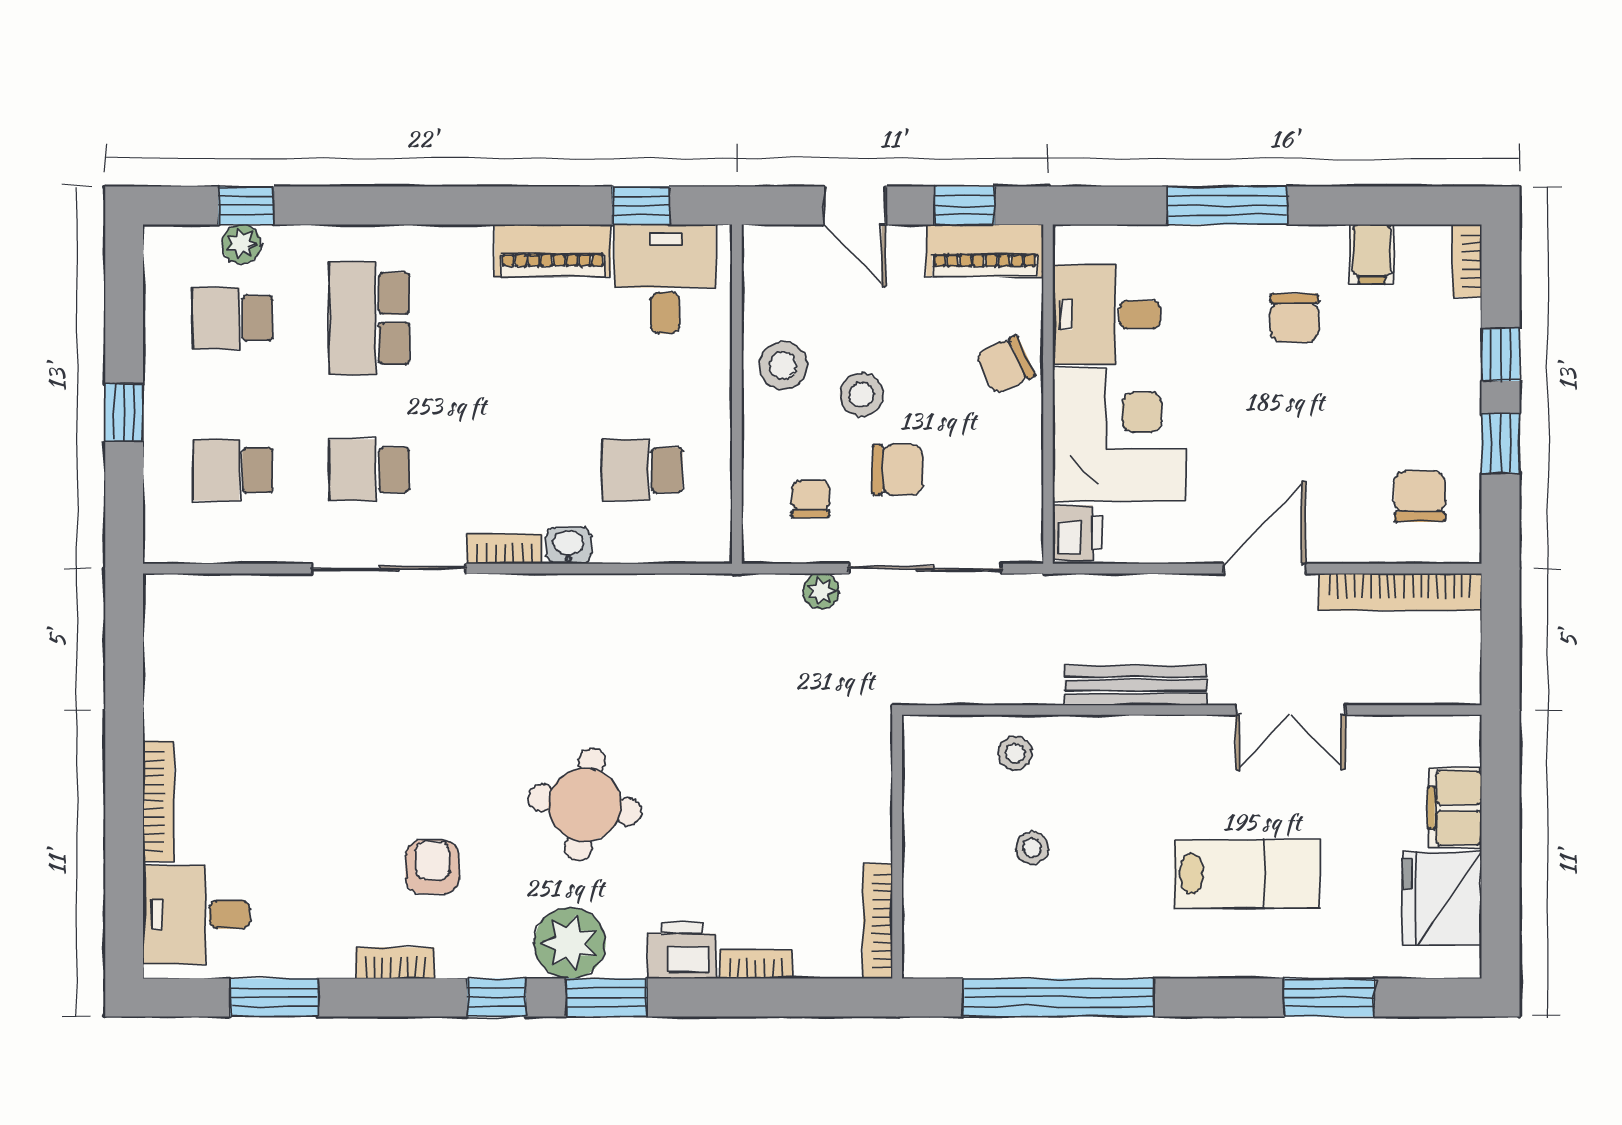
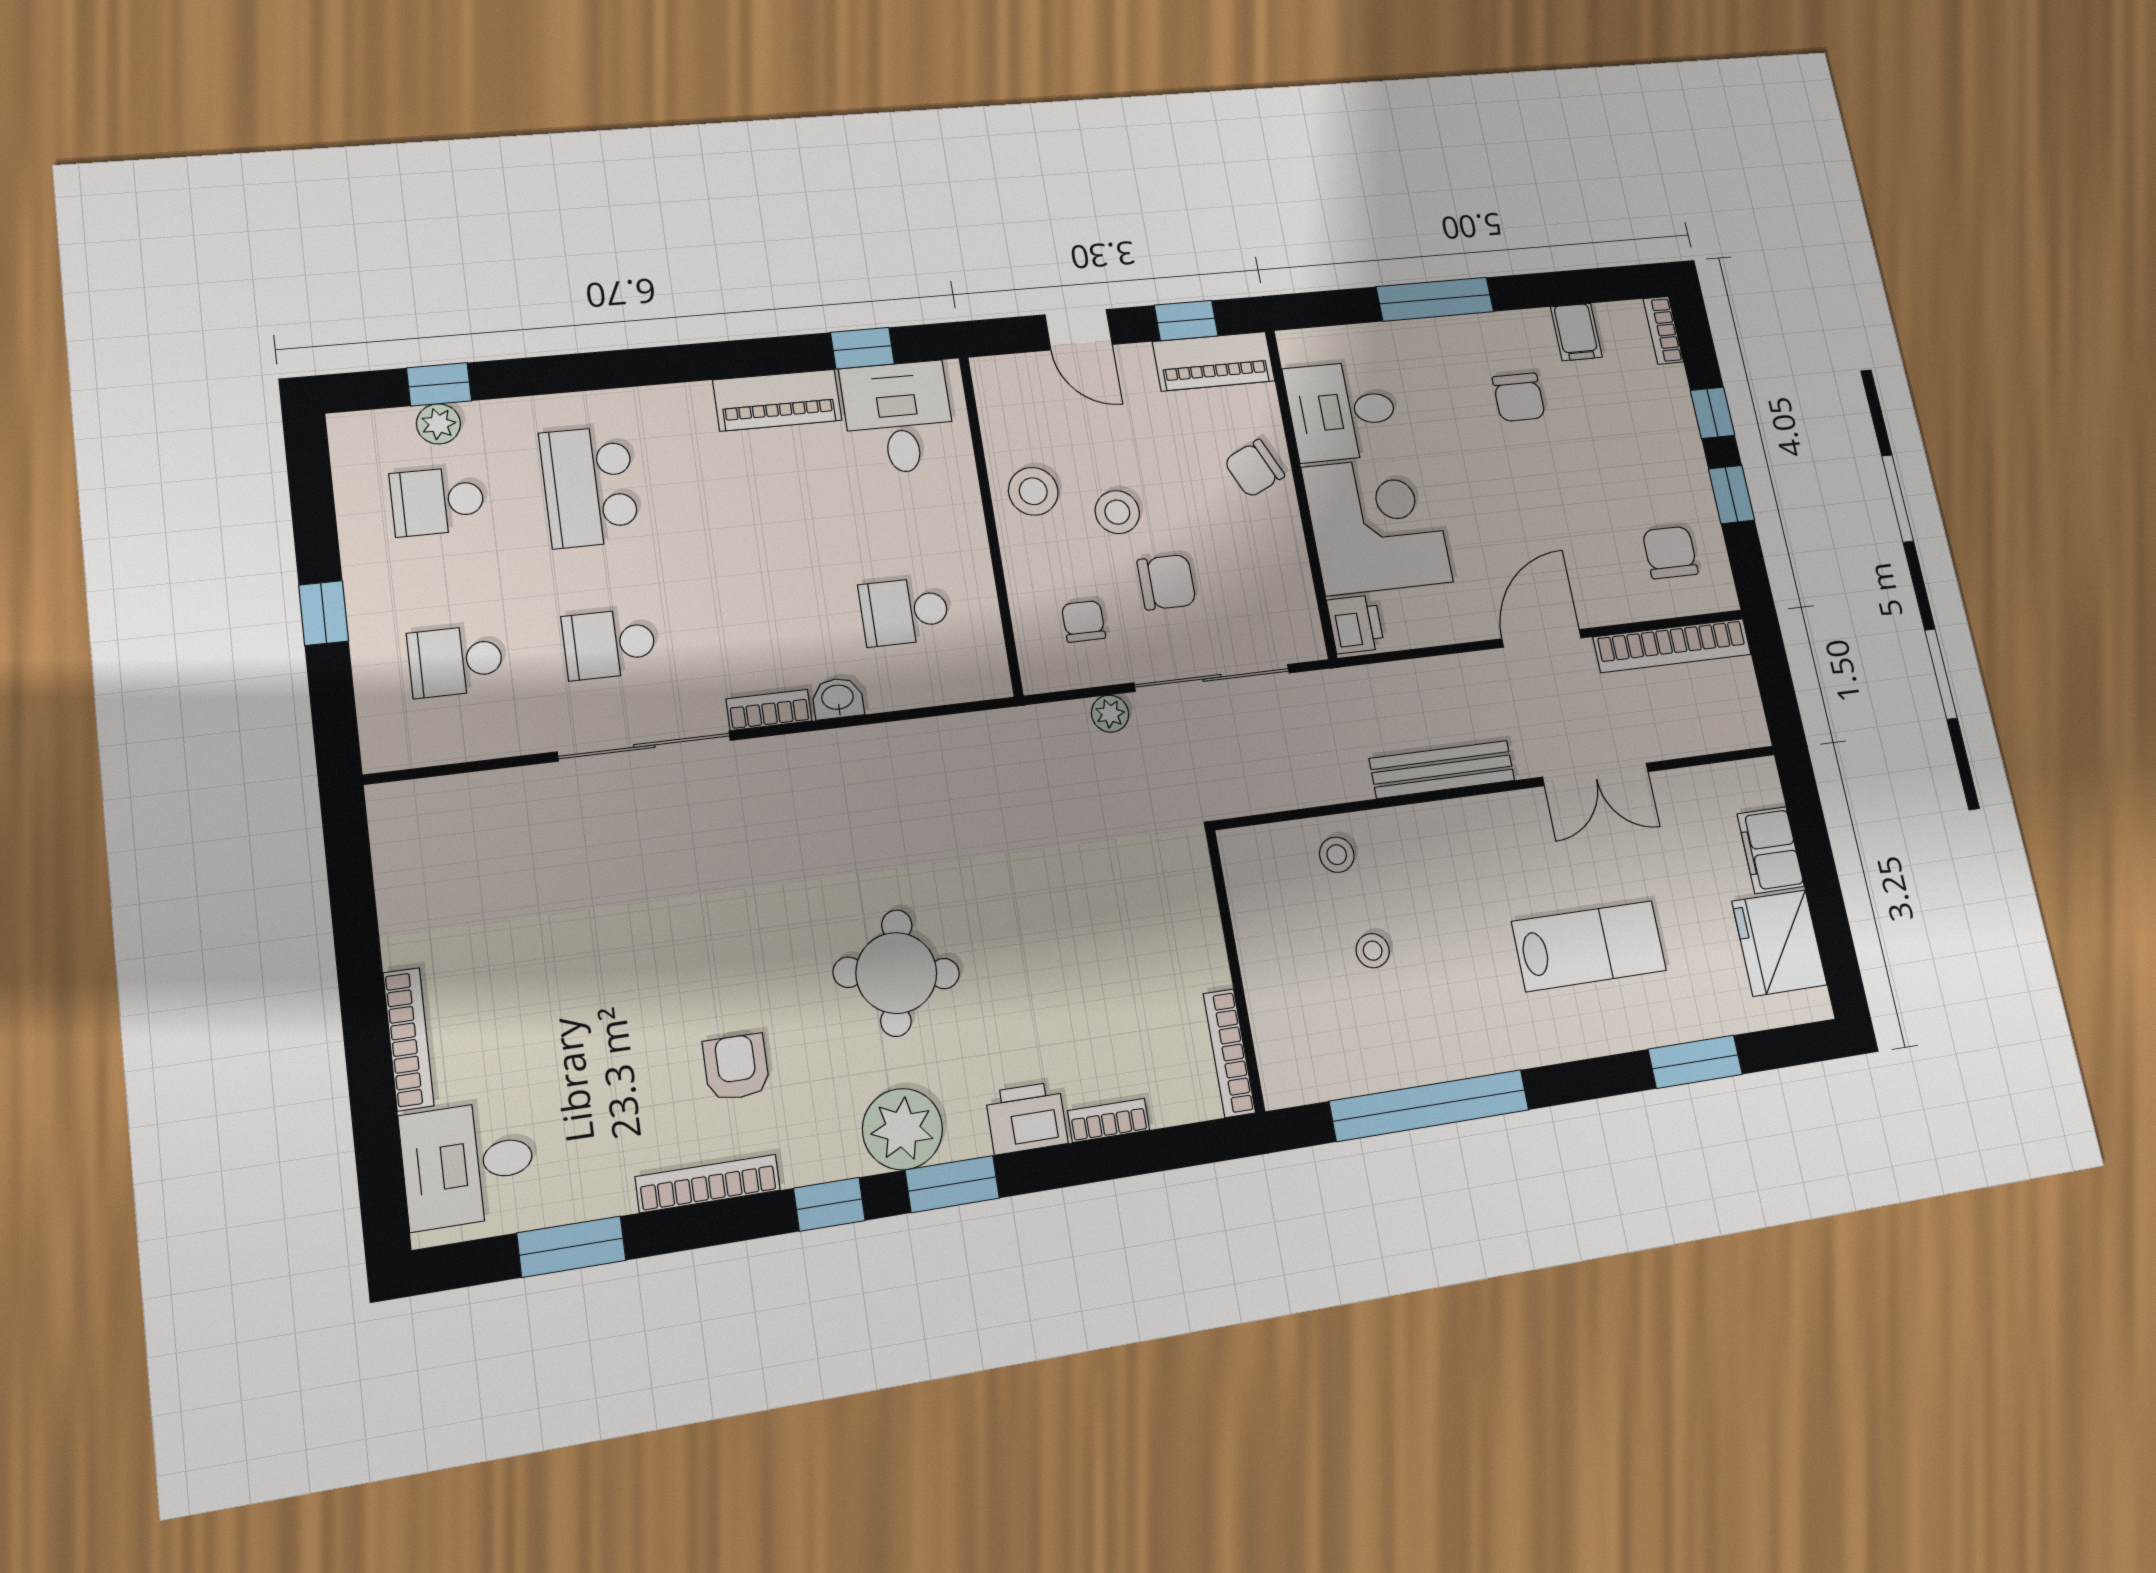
bookcase: (395, 963) -> (708, 1183), width x1.56

